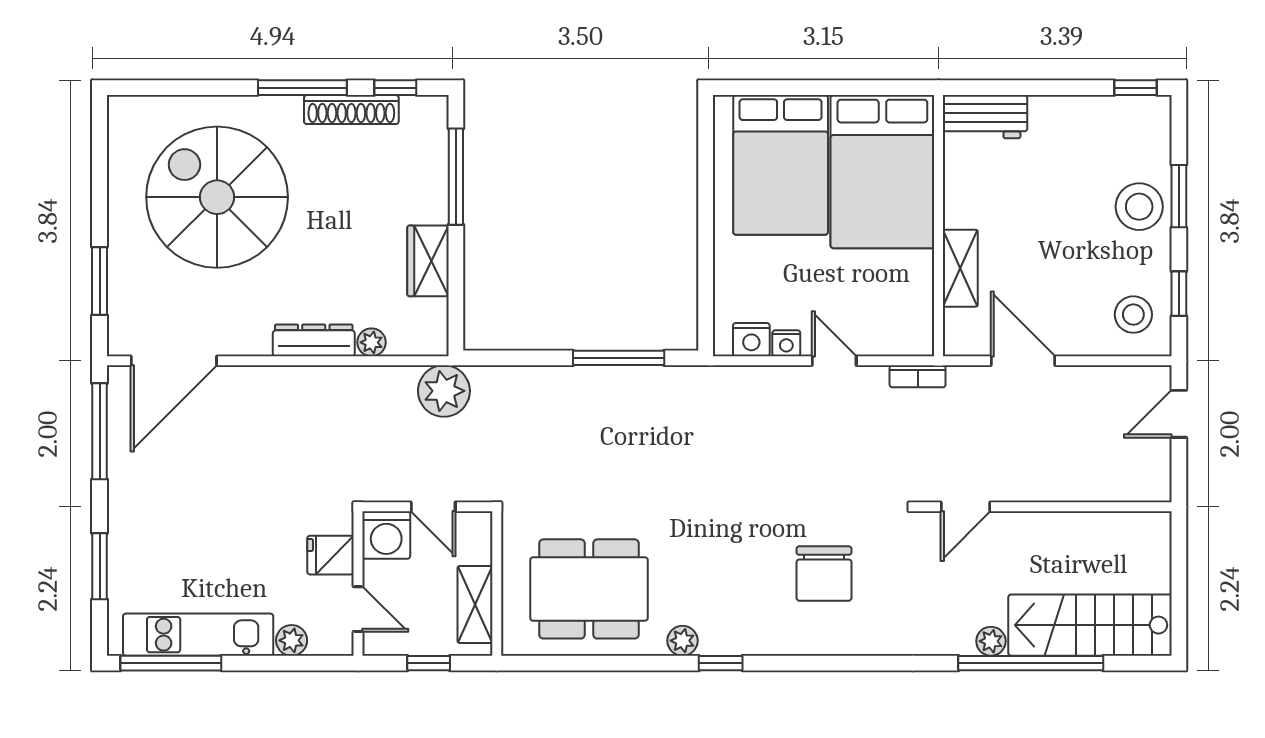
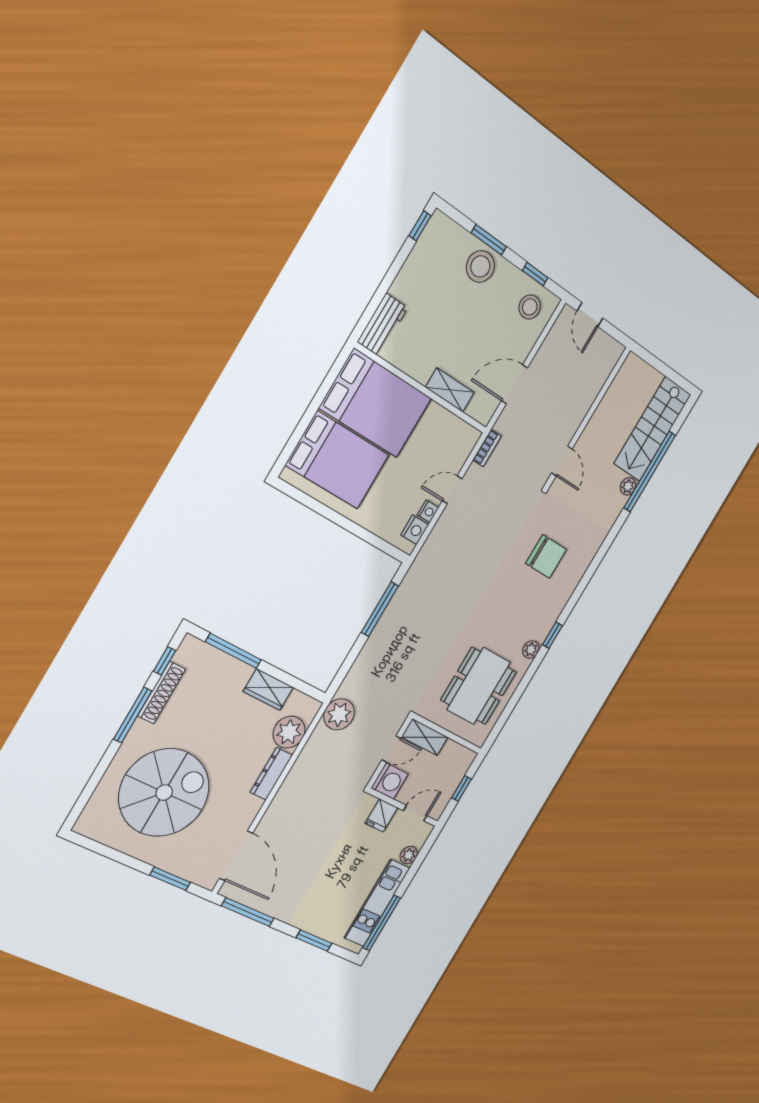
spiral stairs: (217, 197) -> (164, 793), turned 180
plant: (371, 342) -> (289, 732), width x1.87, depth x1.87
shelving: (475, 605) -> (425, 737), moved

